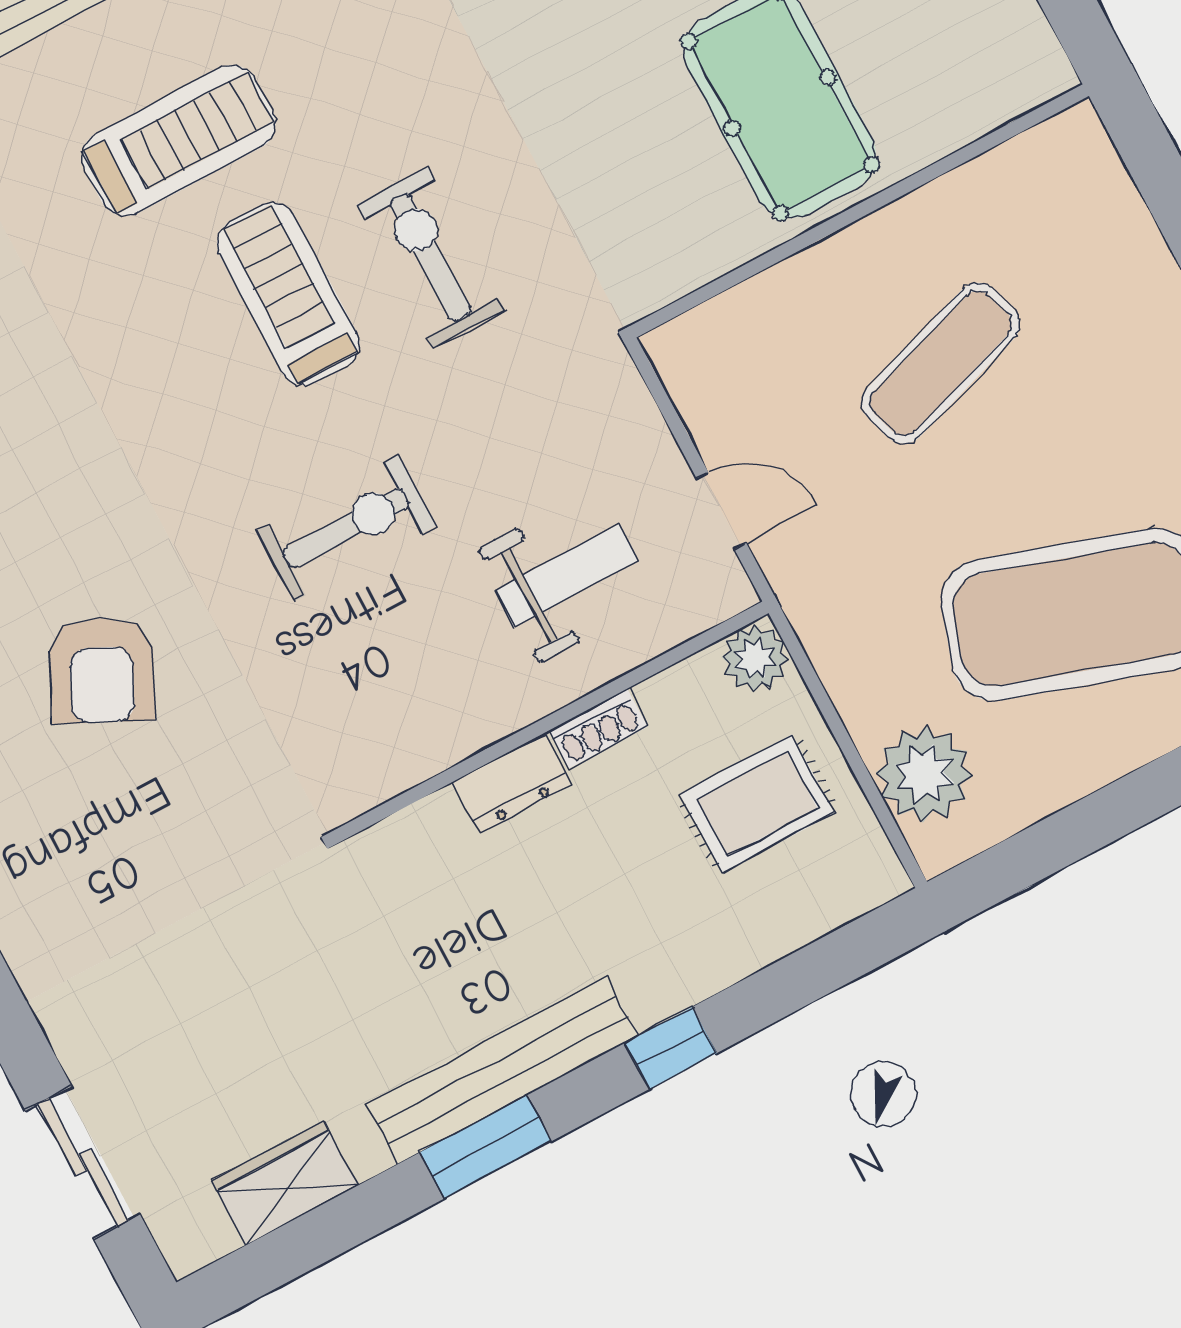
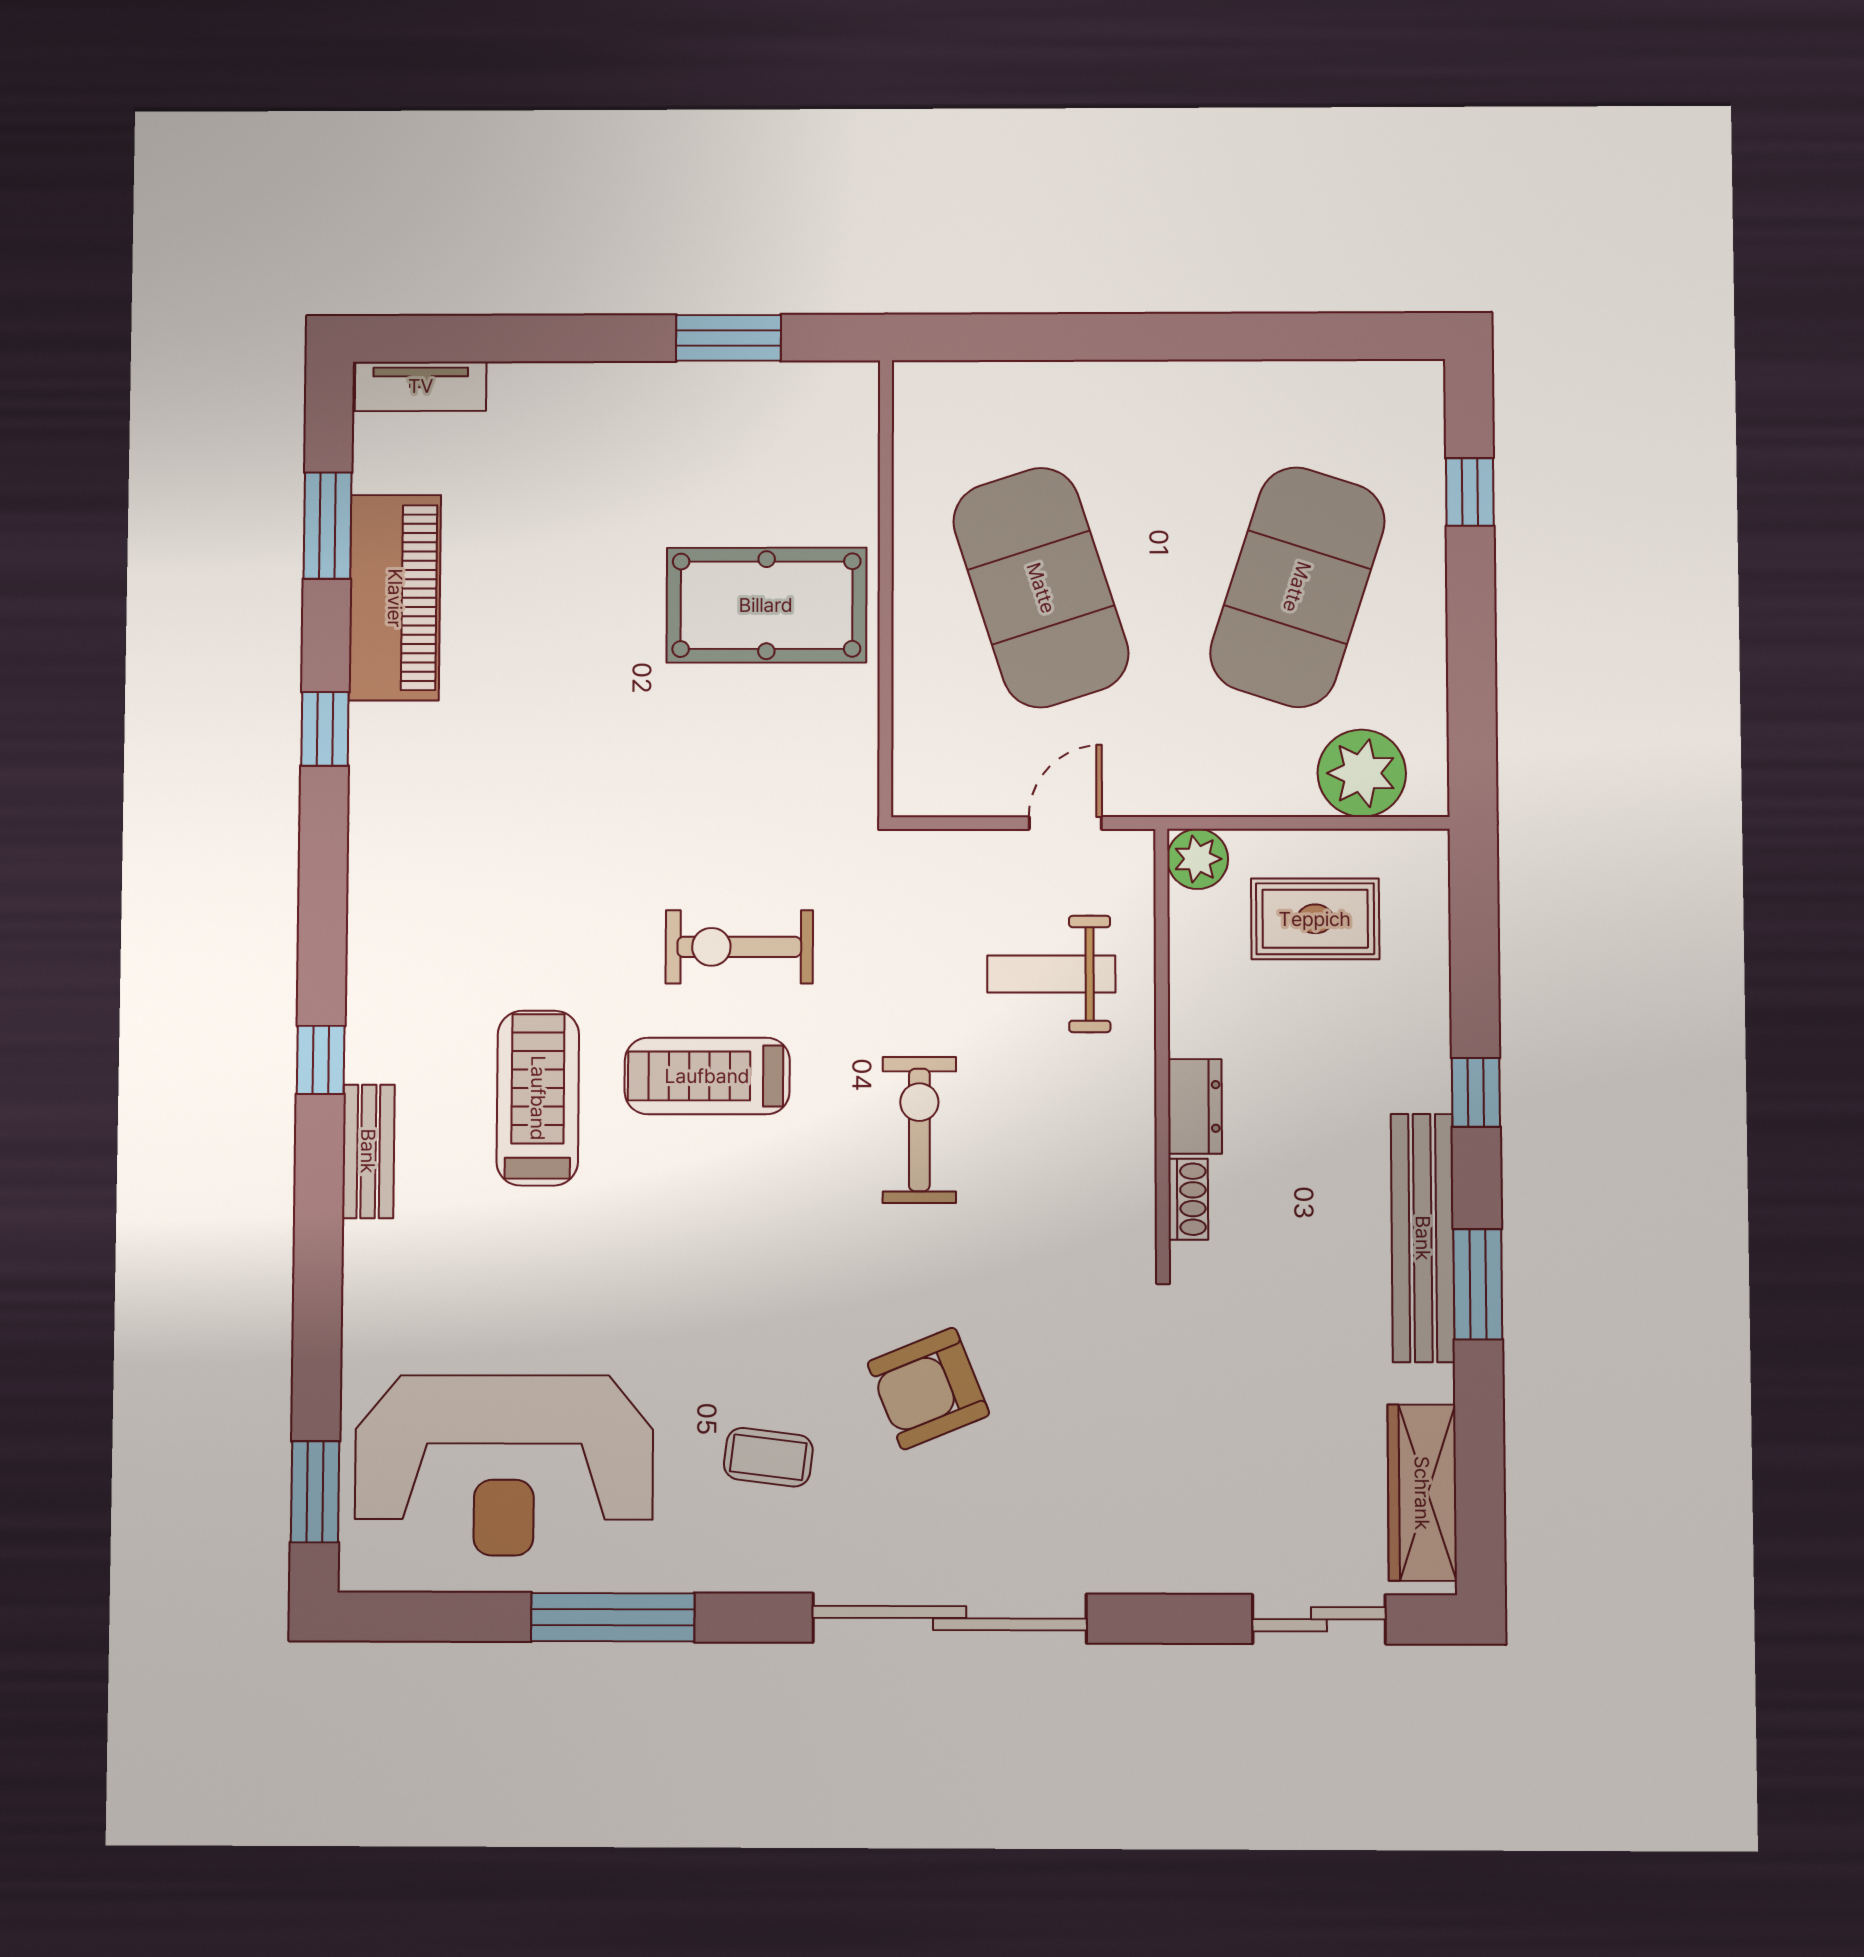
exercise mat: (941, 363) -> (1041, 588), width x2.00, depth x1.45
weight bench: (566, 576) -> (1051, 974), turned -90
armchair: (102, 670) -> (928, 1389), turned 132
shoe rack: (598, 728) -> (1188, 1199), moved
rug: (757, 804) -> (1315, 919), turned 90
wardrobe: (285, 1183) -> (1422, 1493), width x1.50

